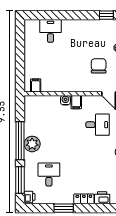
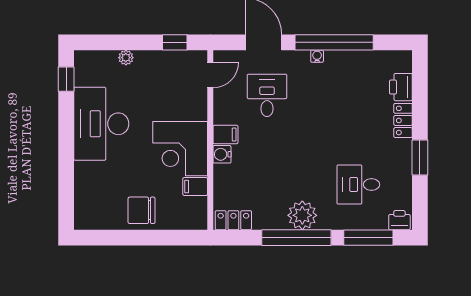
desk: (50, 31) -> (101, 124), moved, width x1.87, depth x1.30
chair: (99, 66) -> (141, 210), moved
corner desk: (68, 77) -> (180, 149), added
filing cabinet: (36, 85) -> (195, 186), moved
locker: (29, 106) -> (233, 220), added

